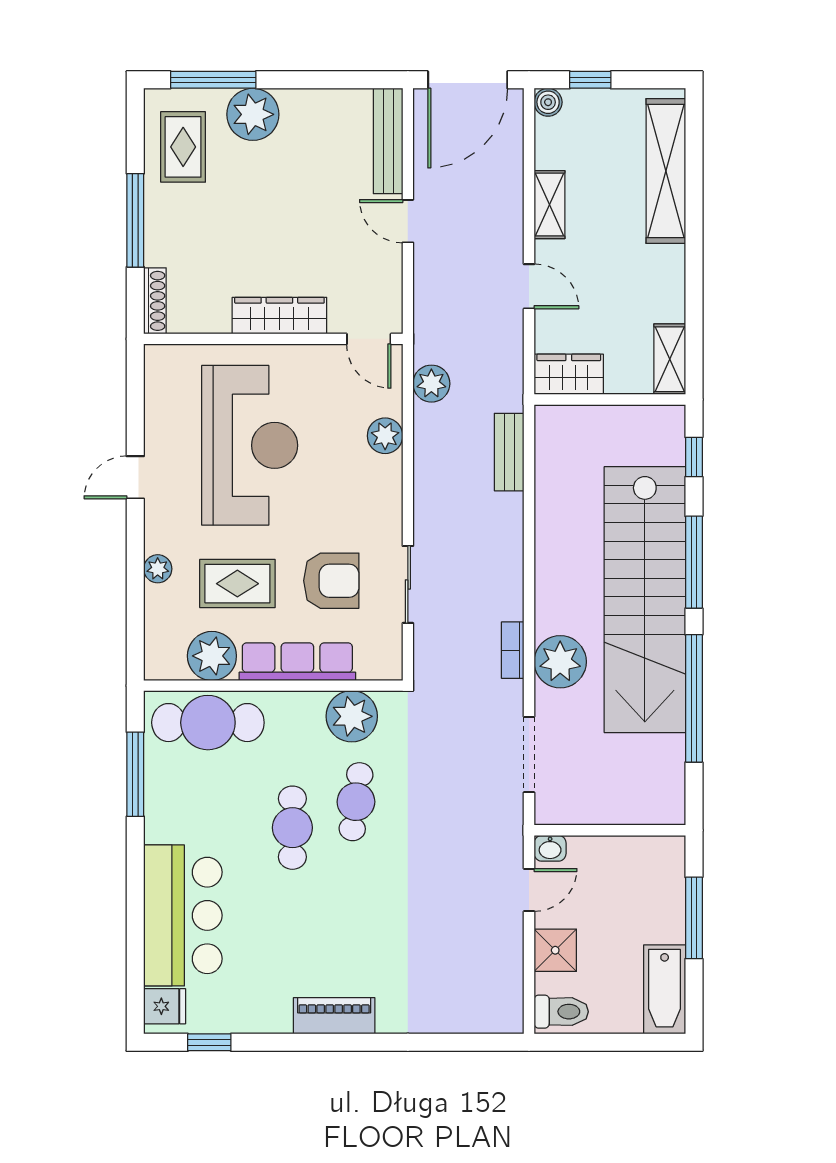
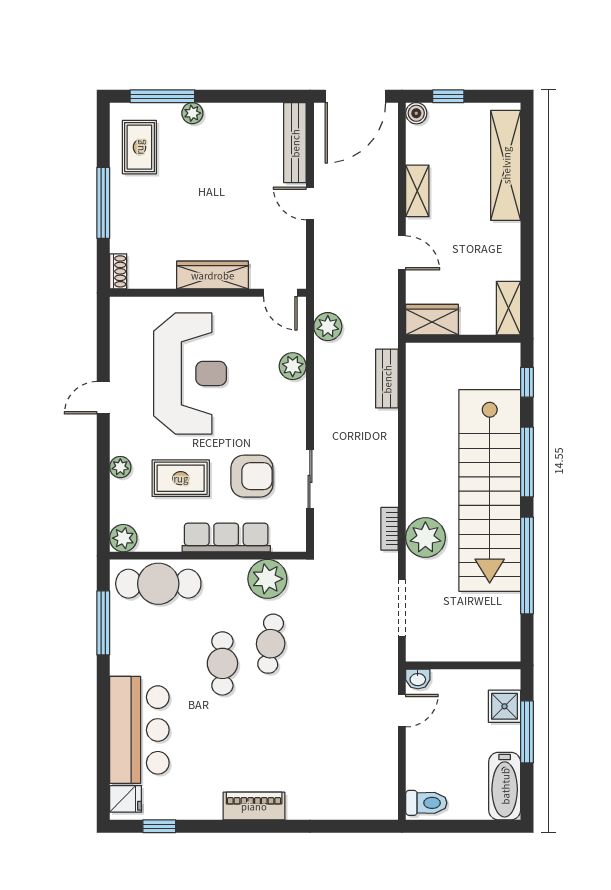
plant: (253, 114) -> (192, 113), width x0.53, depth x0.53
shoe rack: (155, 301) -> (118, 271), width x0.70
plant: (212, 656) -> (123, 538), moved, width x0.73, depth x0.73
shower: (555, 950) -> (504, 706), moved

